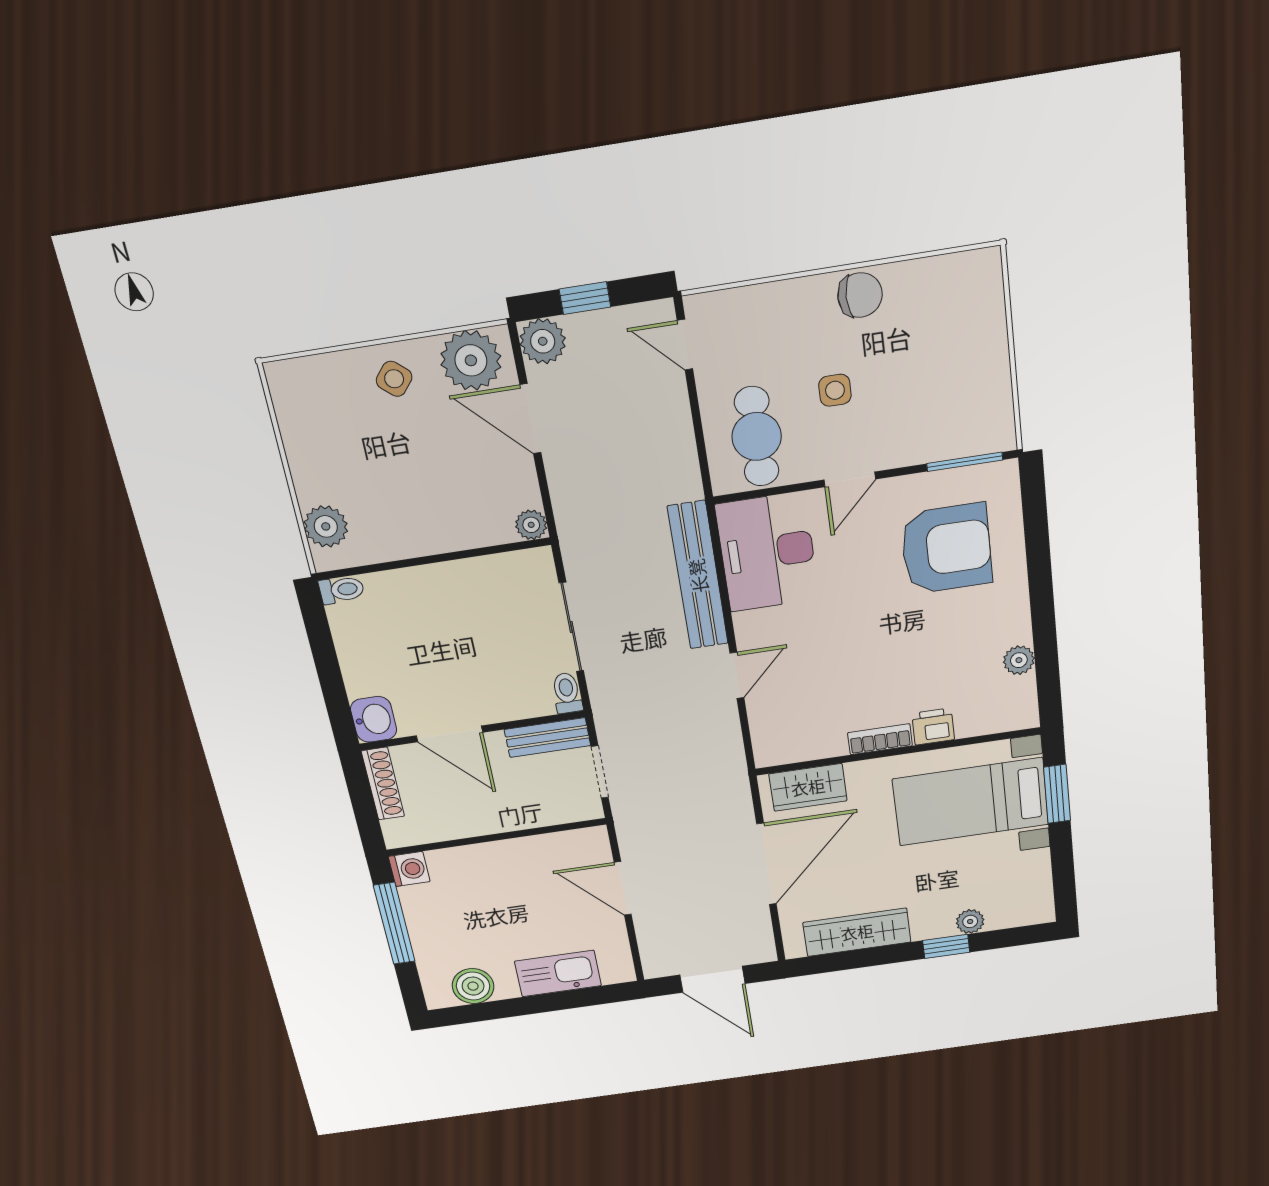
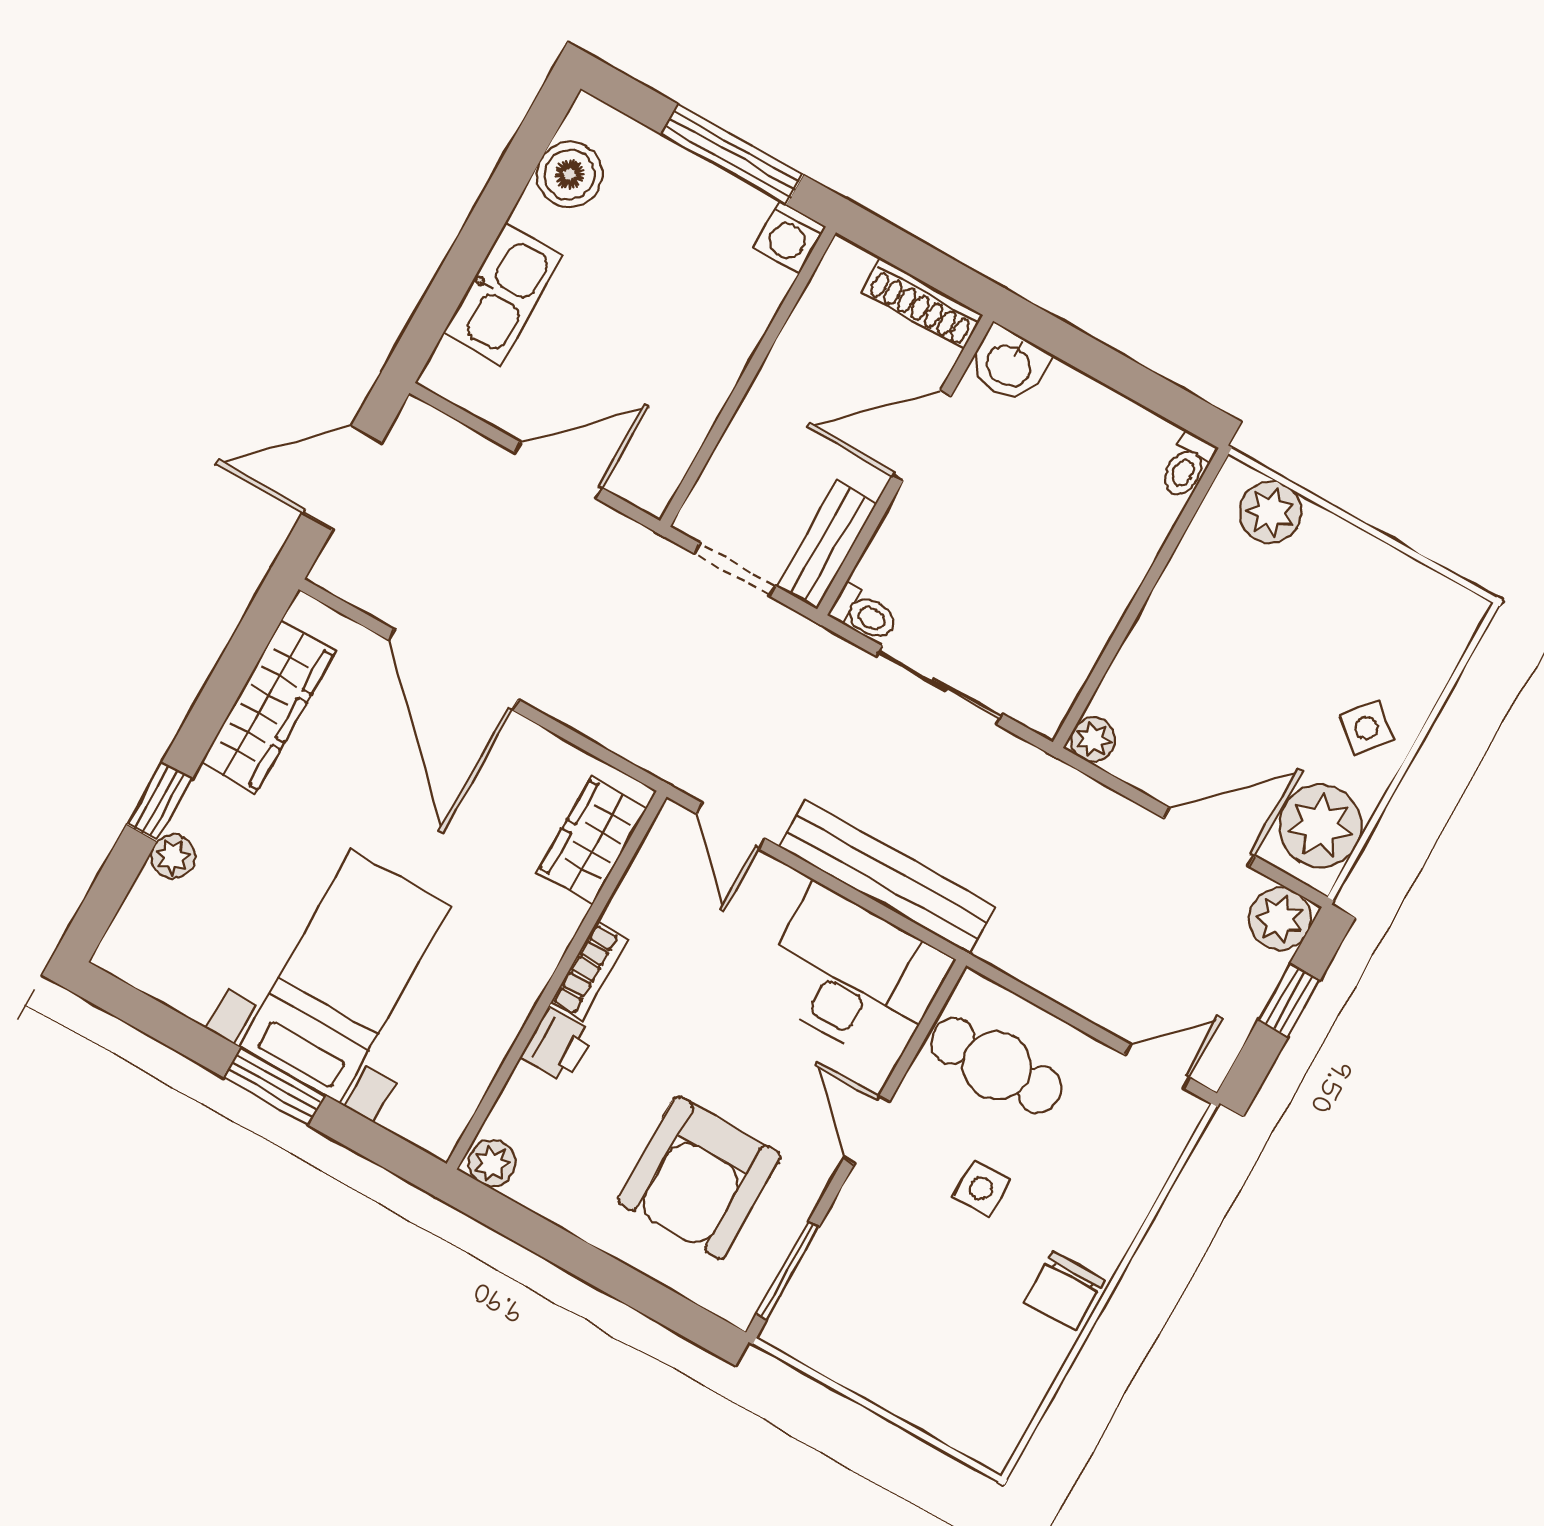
printer: (933, 727) -> (557, 1045), moved
bookcase: (880, 739) -> (590, 971), moved
wall: (898, 751) -> (557, 980), moved
wardrobe: (808, 787) -> (593, 840), moved

